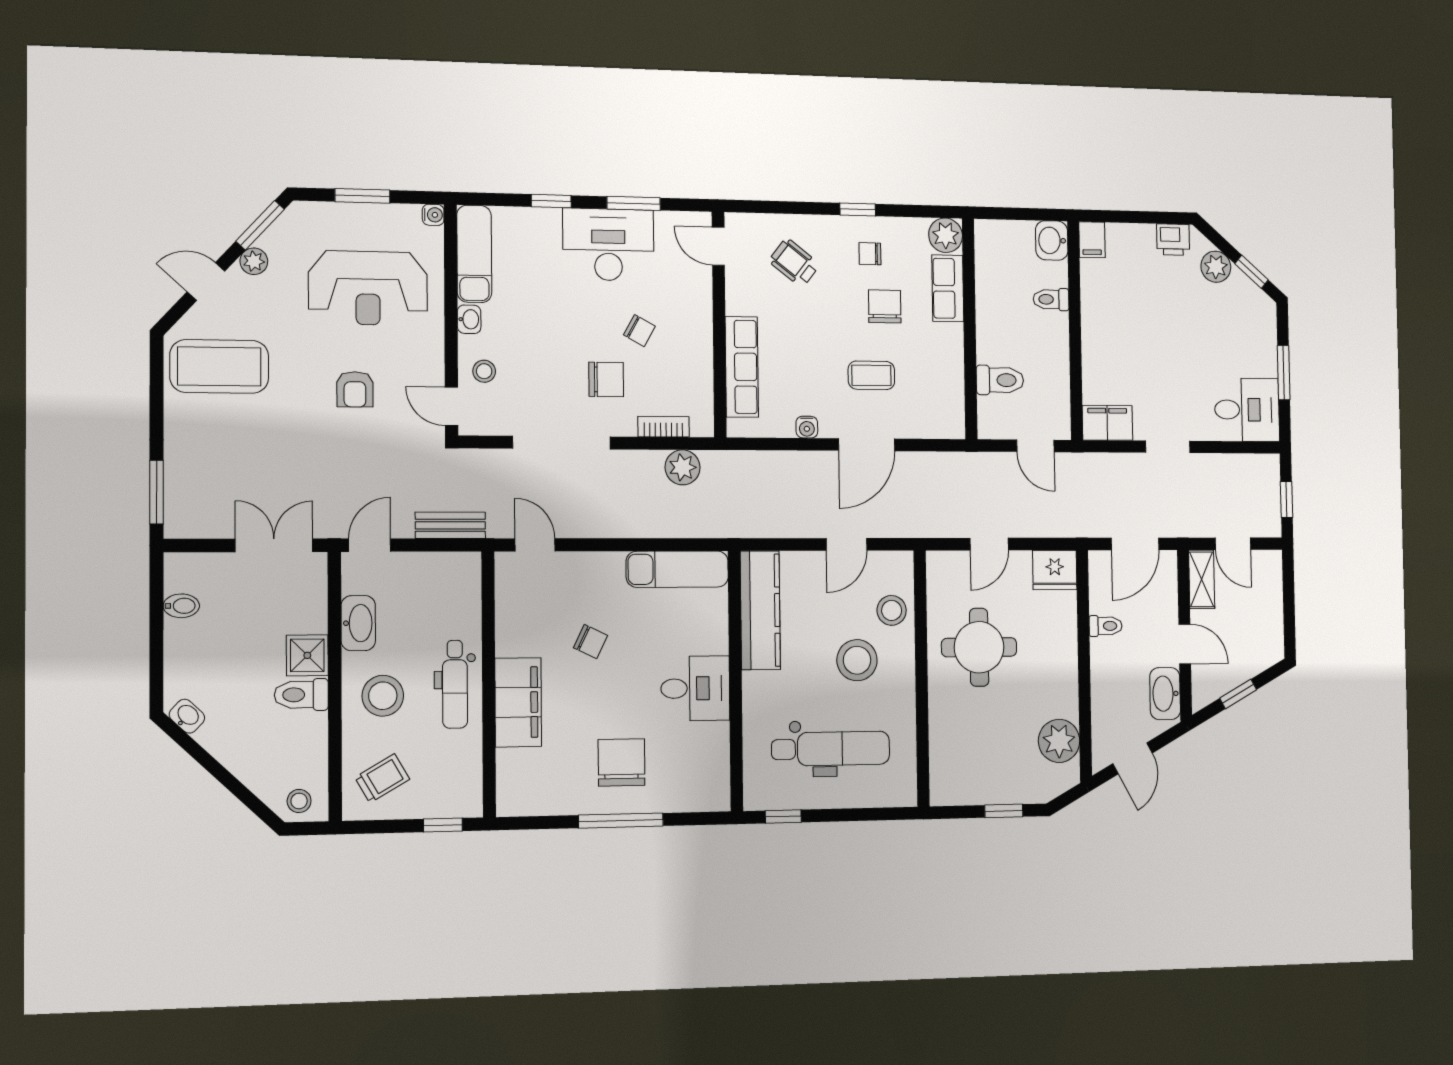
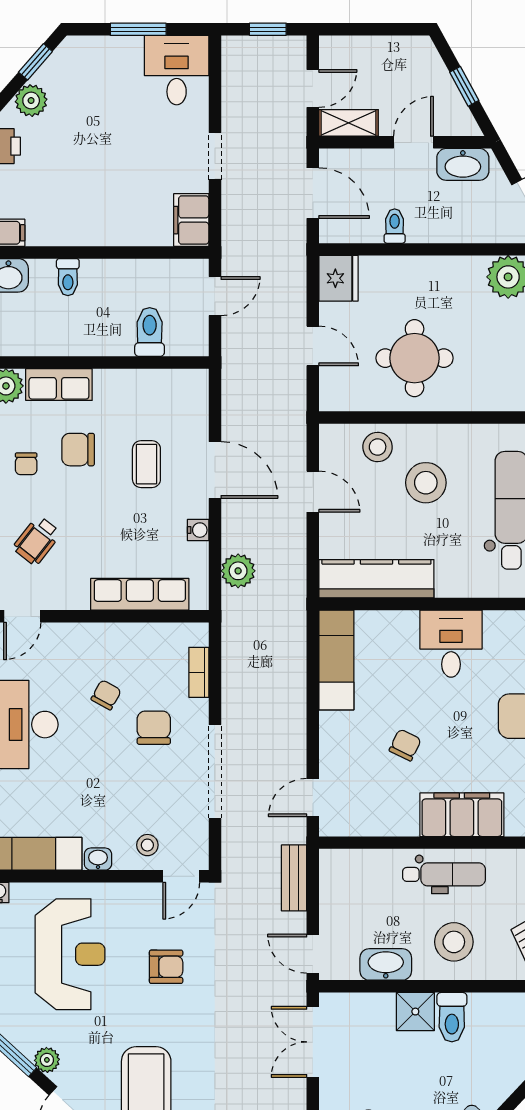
plant: (683, 467) -> (238, 571), moved

